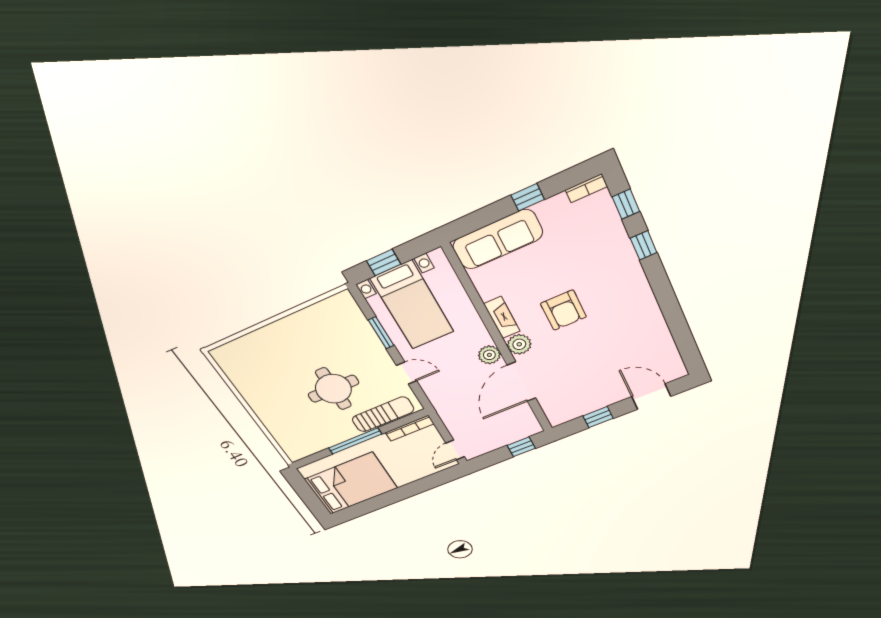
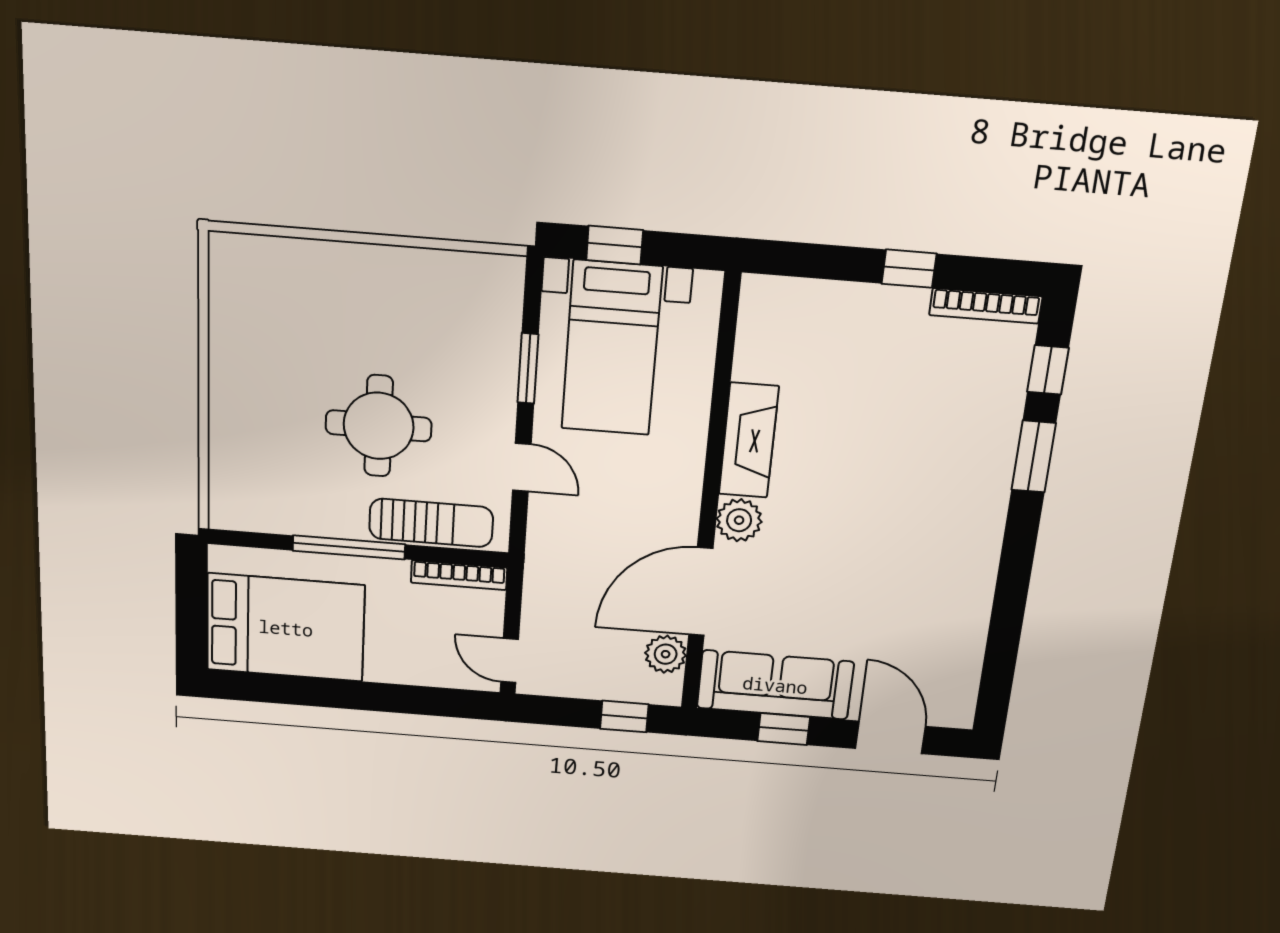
bookcase: (586, 188) -> (986, 306), width x1.56
sofa: (498, 239) -> (775, 685), moved, turned 180
window: (644, 245) -> (1034, 457), width x1.50
armchair: (563, 310) -> (846, 499), removed
fireplace: (502, 317) -> (749, 440), width x1.37, depth x1.32
plant: (489, 355) -> (666, 654), moved
door: (455, 450) -> (510, 661), hinge flipped

